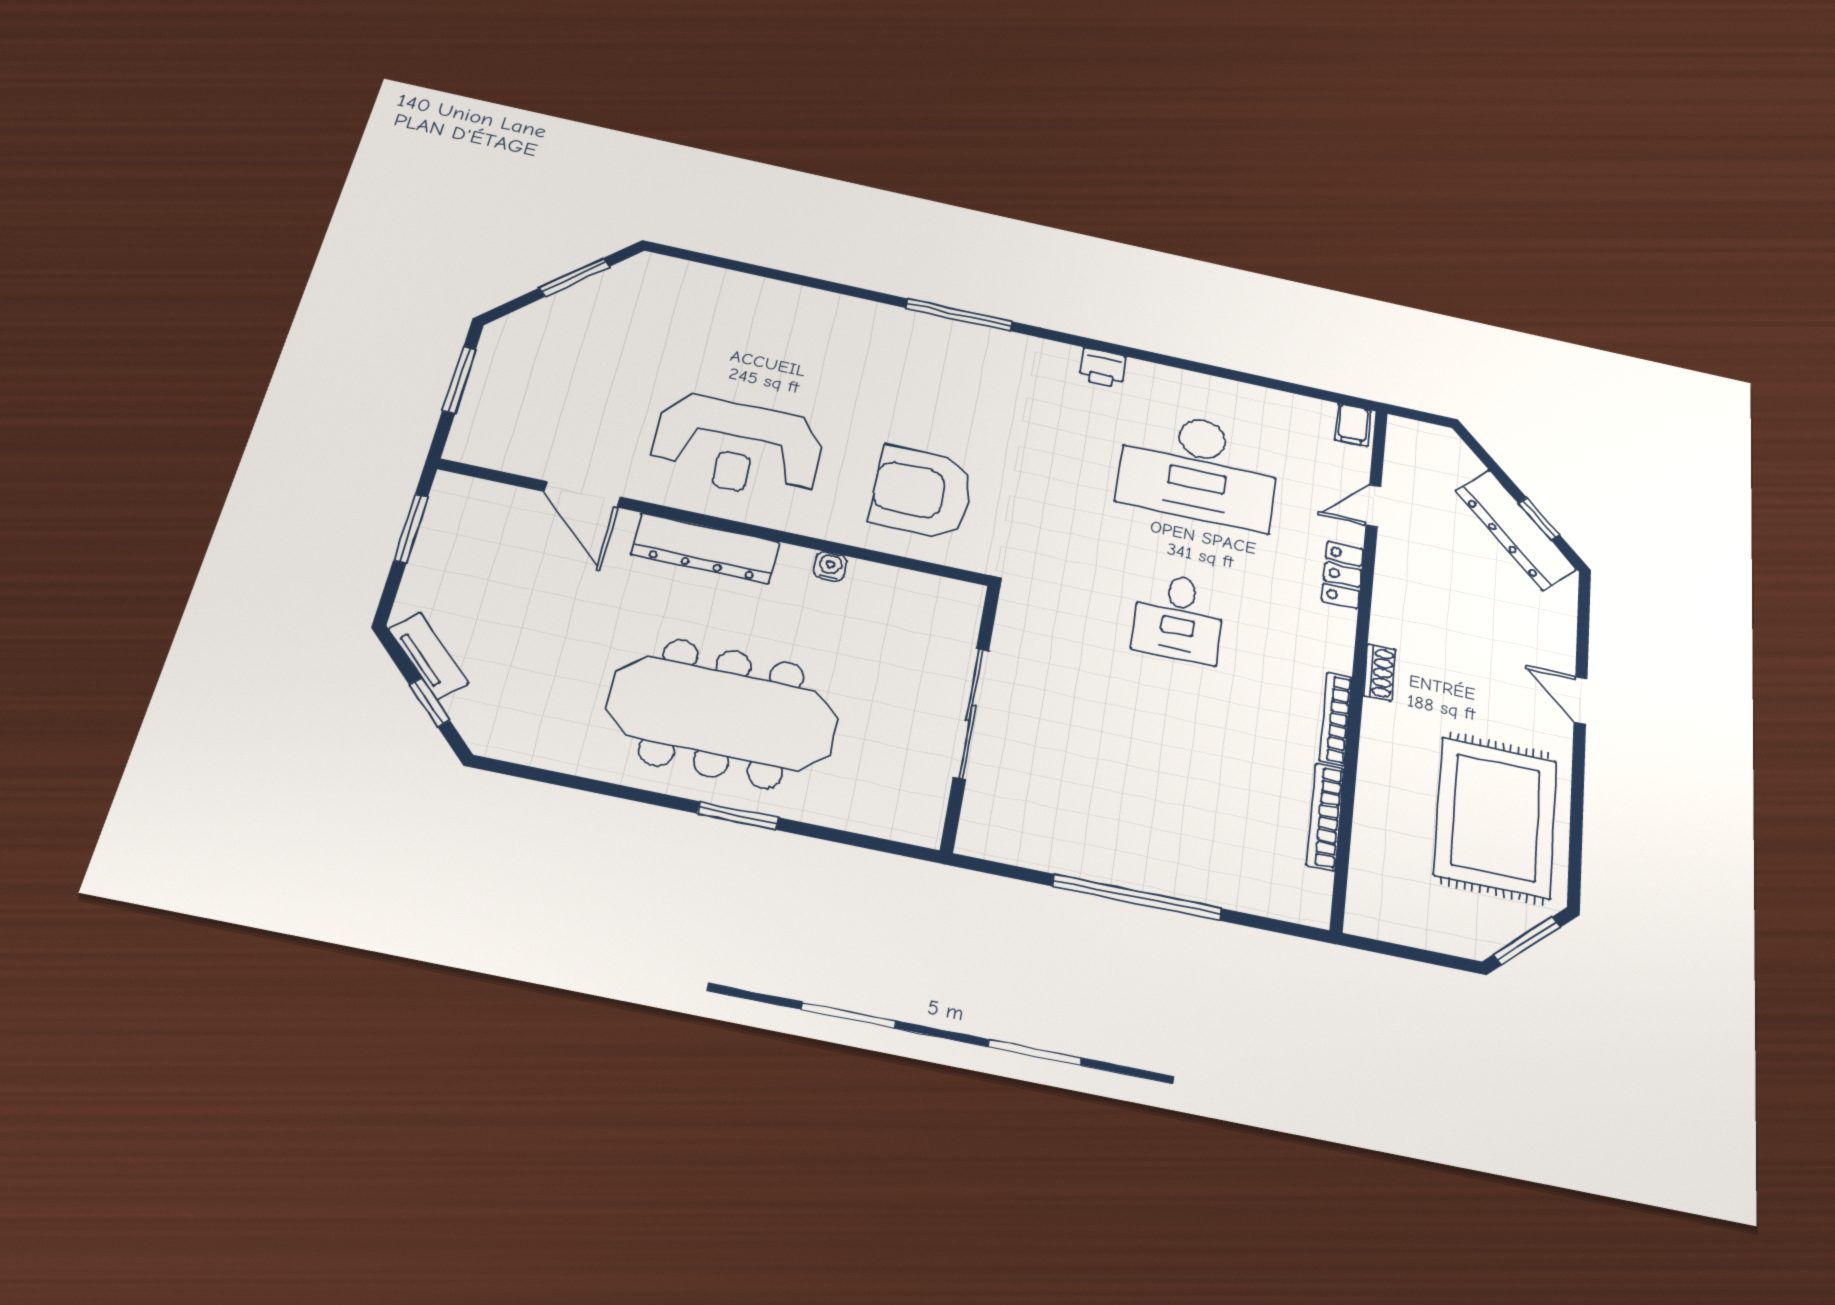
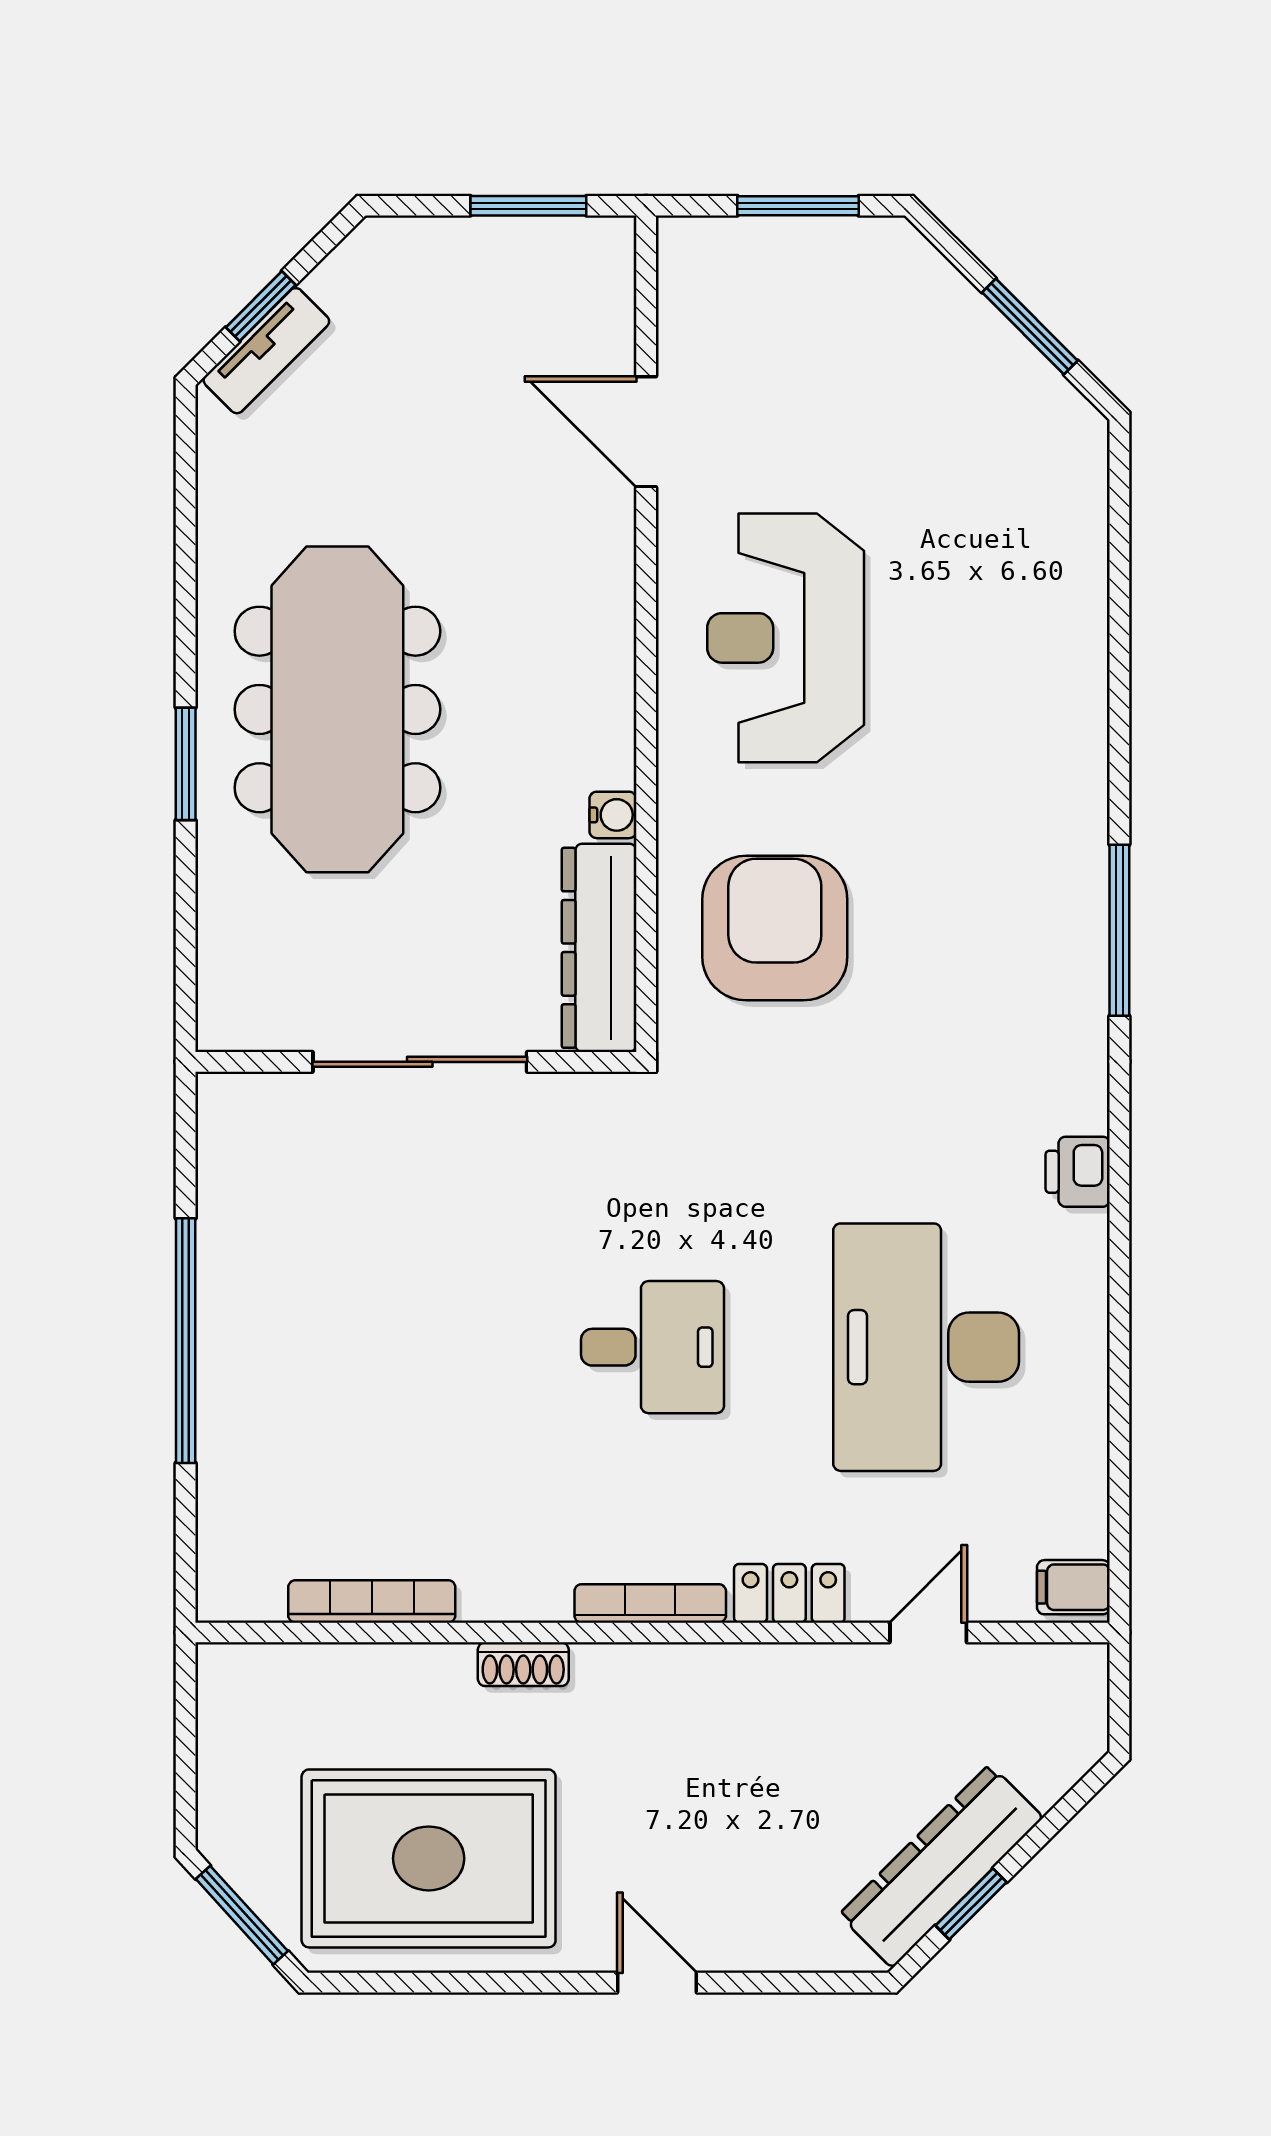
door: (582, 494) -> (646, 432), hinge flipped
door: (1373, 506) -> (928, 1632), hinge flipped
dresser: (705, 548) -> (599, 948), moved
desk: (1179, 617) -> (653, 1347), turned 180
tv unit: (428, 656) -> (266, 351), moved
shoe rack: (1379, 672) -> (523, 1664), moved
door: (1581, 700) -> (657, 1983), hinge flipped
bookcase: (1336, 719) -> (650, 1603), moved

